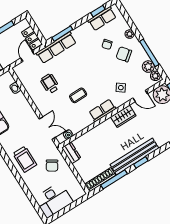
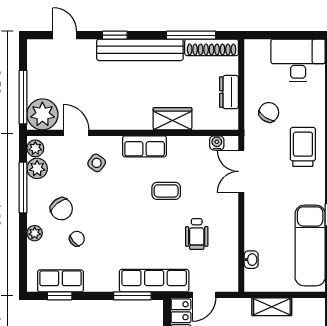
wardrobe: (123, 116) -> (173, 119), moved
dresser: (71, 153) -> (229, 92), moved
window: (141, 162) -> (115, 35), moved

